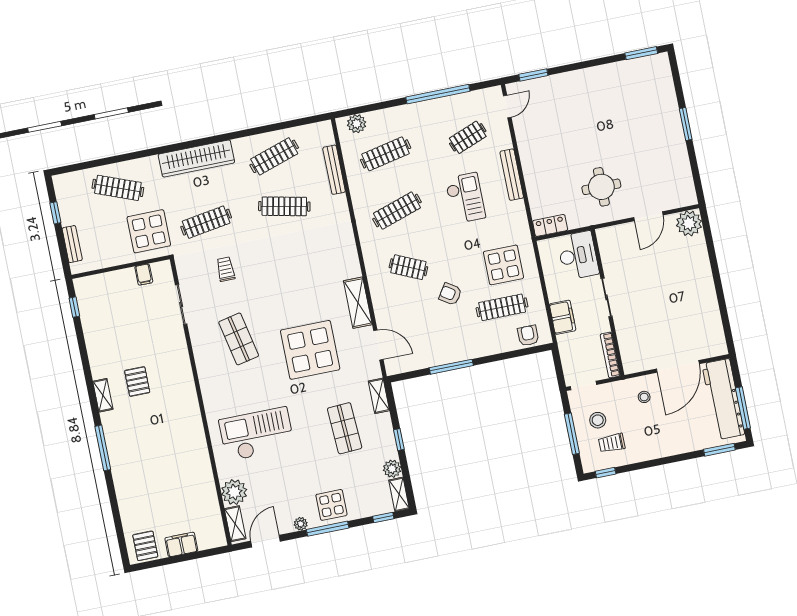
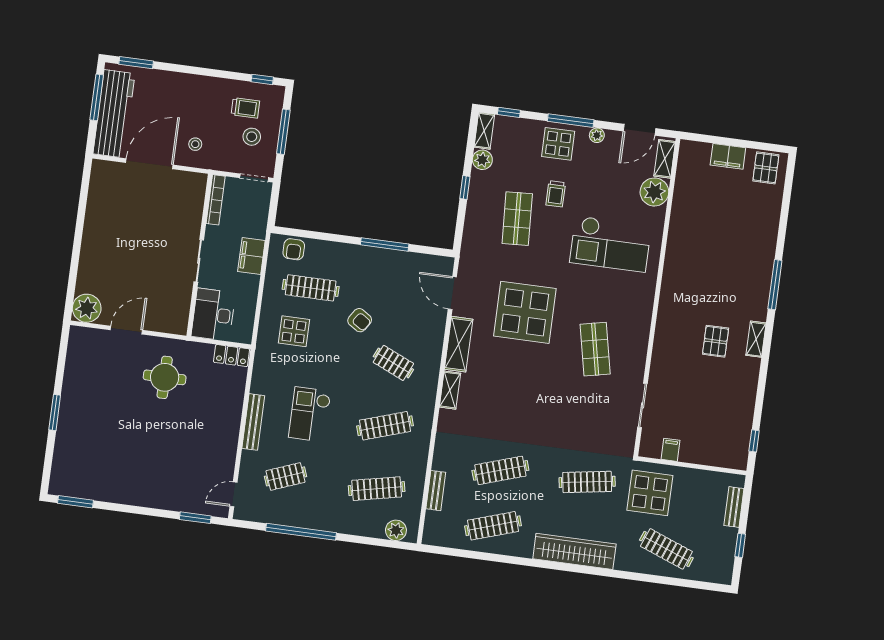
bench: (334, 170) -> (436, 491), width x0.73
clothes rail: (284, 206) -> (500, 470), turned -30
display table: (503, 265) -> (294, 331), width x0.73, depth x0.73
trolley: (226, 269) -> (556, 194), moved
shelving: (379, 396) -> (450, 390), moved

